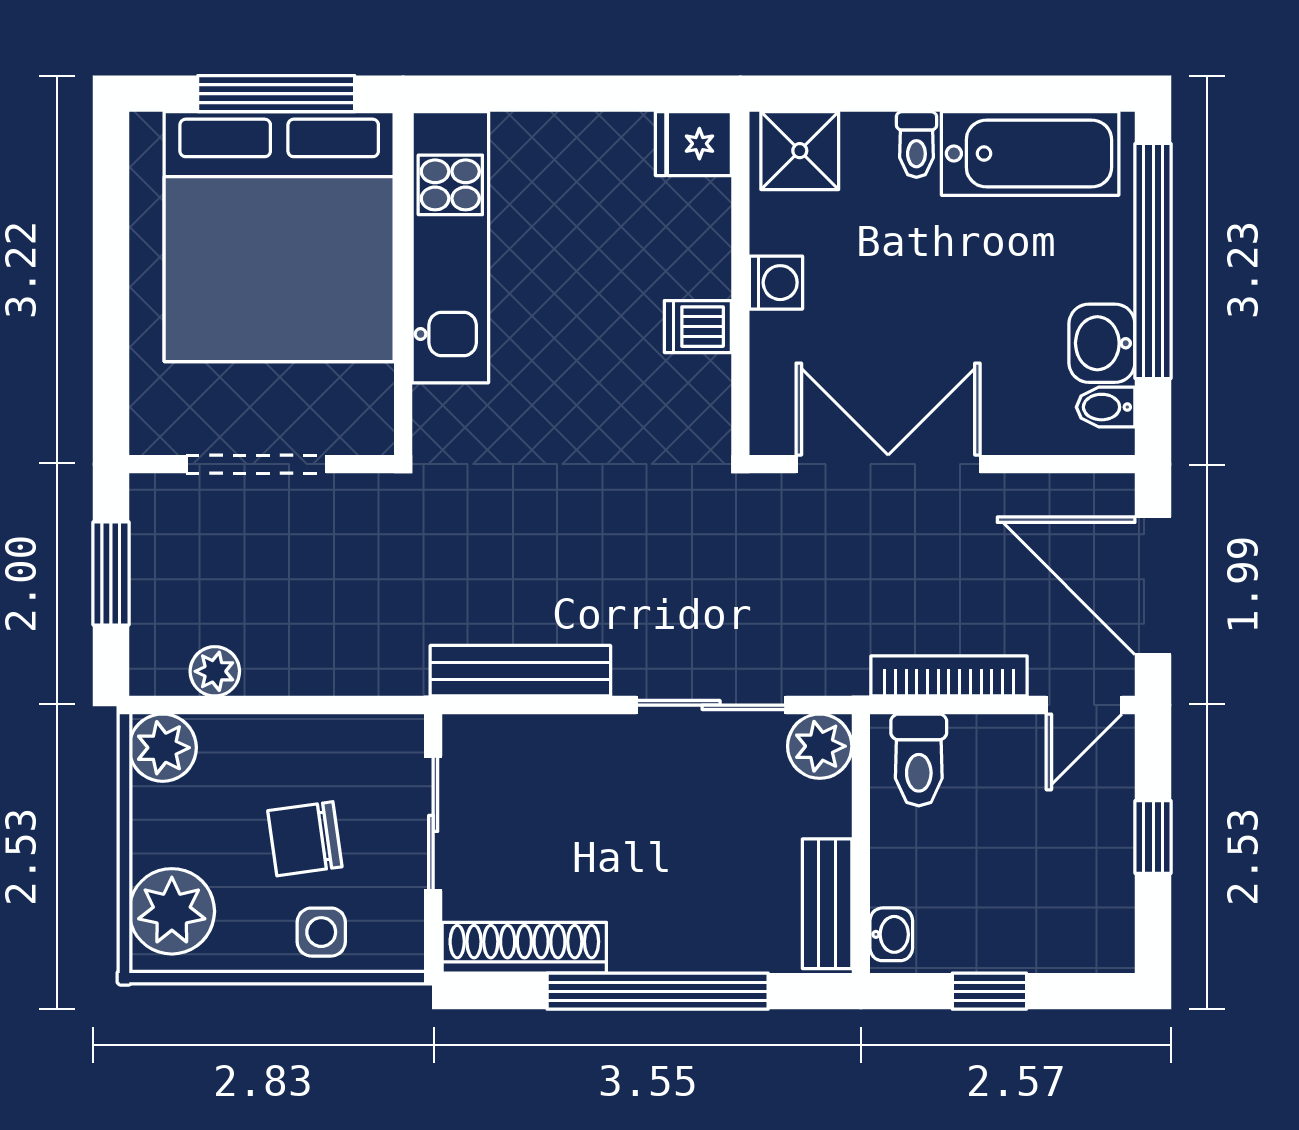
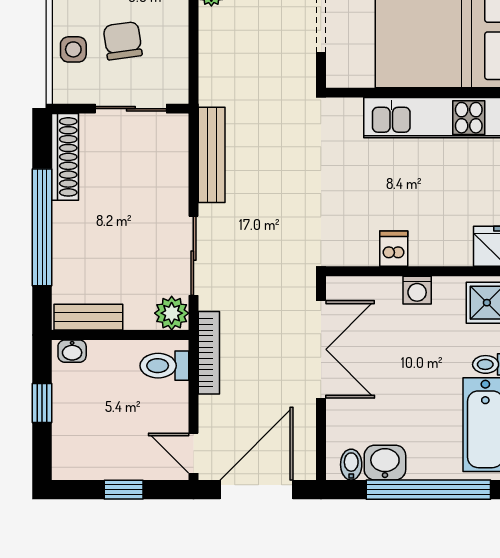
bookcase: (949, 676) -> (209, 353), moved

